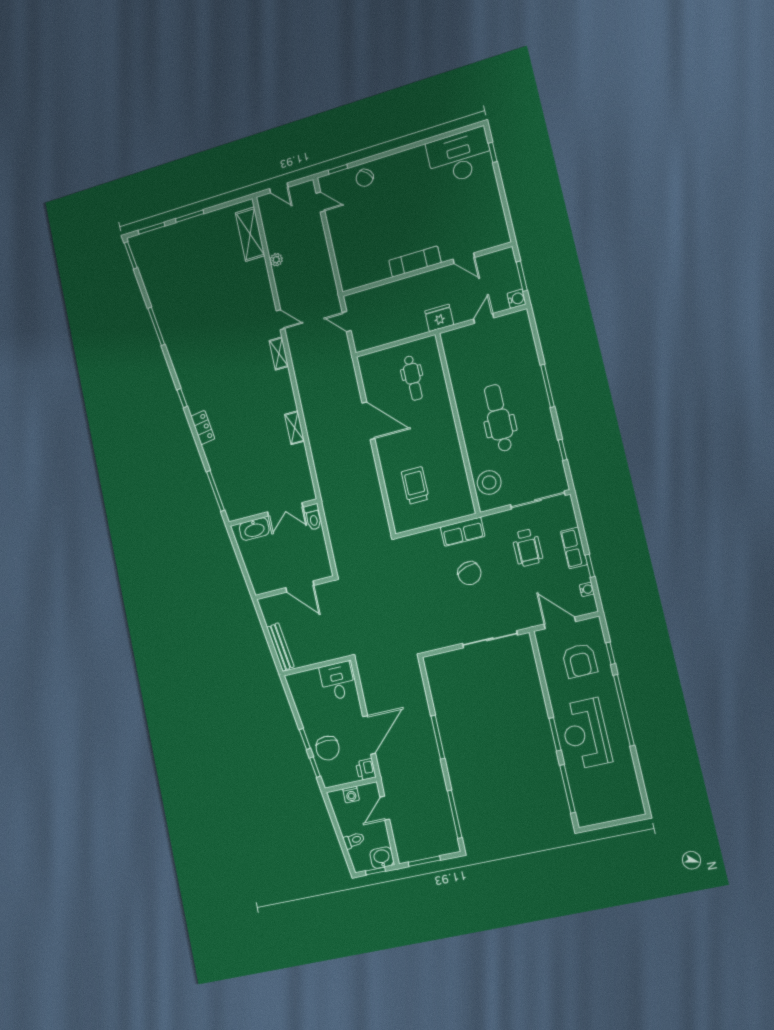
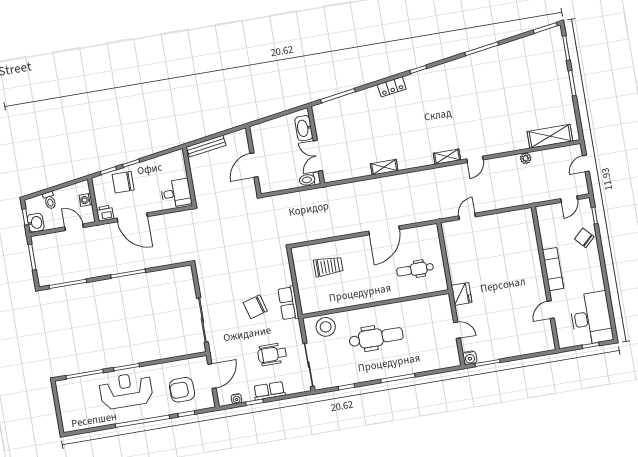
door: (464, 258) -> (551, 310), moved
exam couch: (415, 262) -> (553, 269), moved
wall: (426, 269) -> (545, 278), moved

